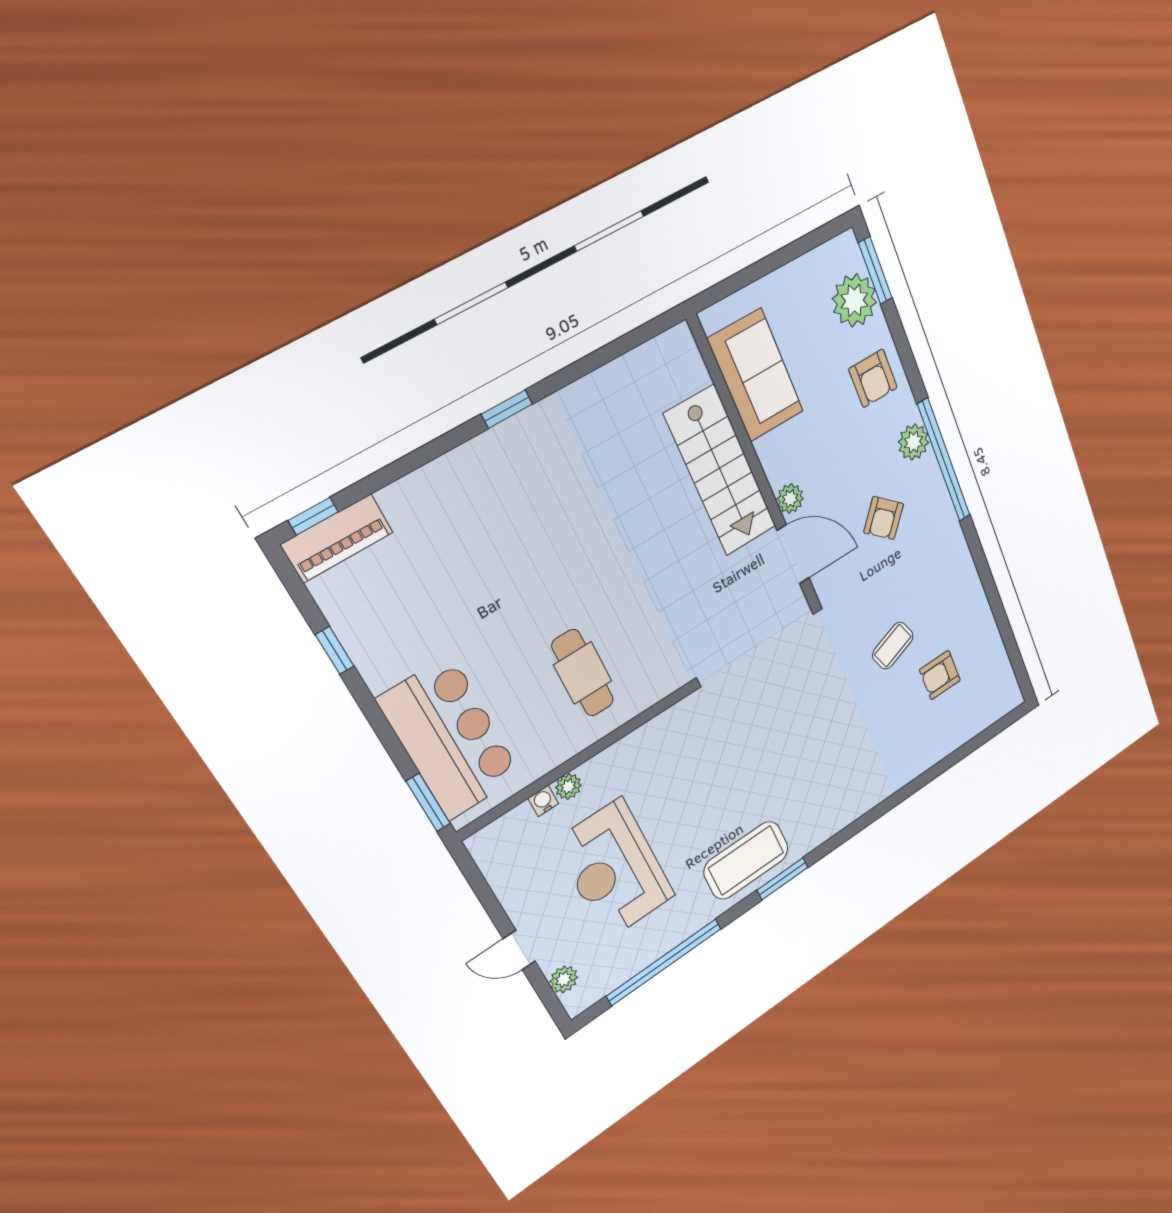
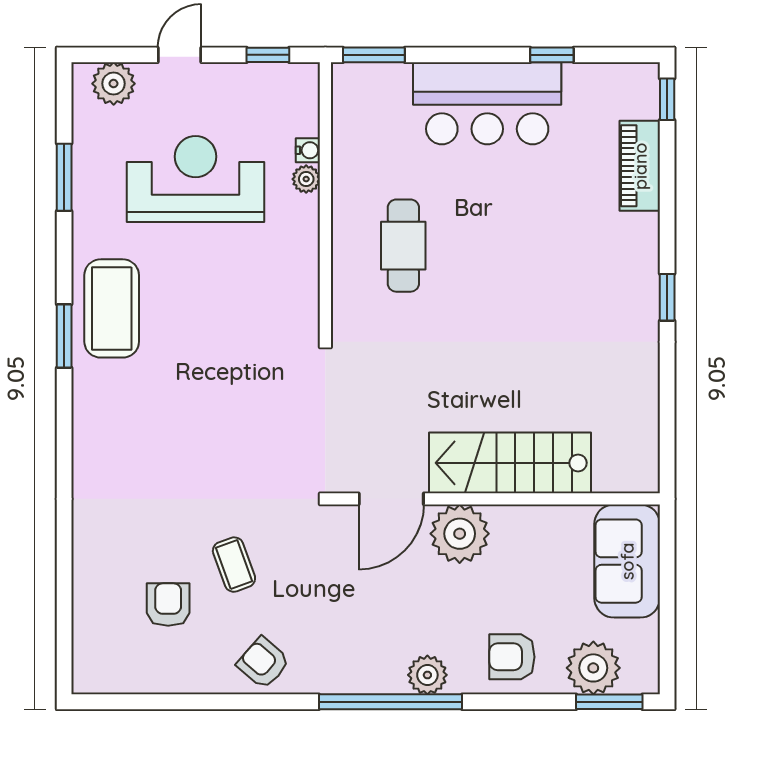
sofa: (756, 375) -> (627, 561), moved, turned 90
plant: (790, 499) -> (460, 534), width x1.87, depth x1.87
armchair: (884, 518) -> (263, 663), moved
piano: (337, 538) -> (640, 166), moved
cafe table: (583, 673) -> (403, 246), turned 90
bar counter: (450, 738) -> (487, 103), moved
window: (479, 885) -> (268, 55), added
window: (664, 962) -> (64, 177), width x0.47
plant: (564, 979) -> (114, 84), width x1.38, depth x1.38

